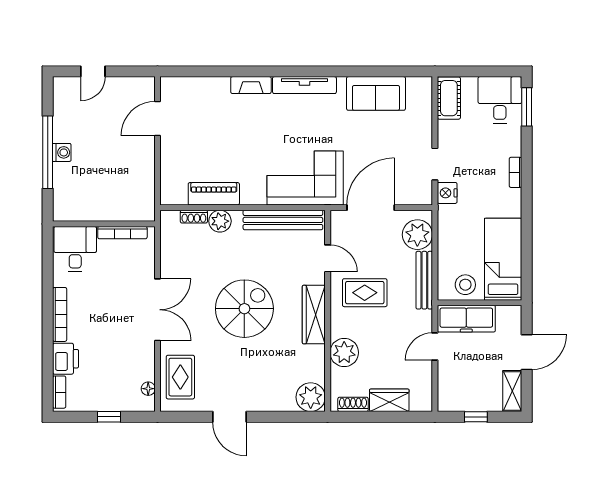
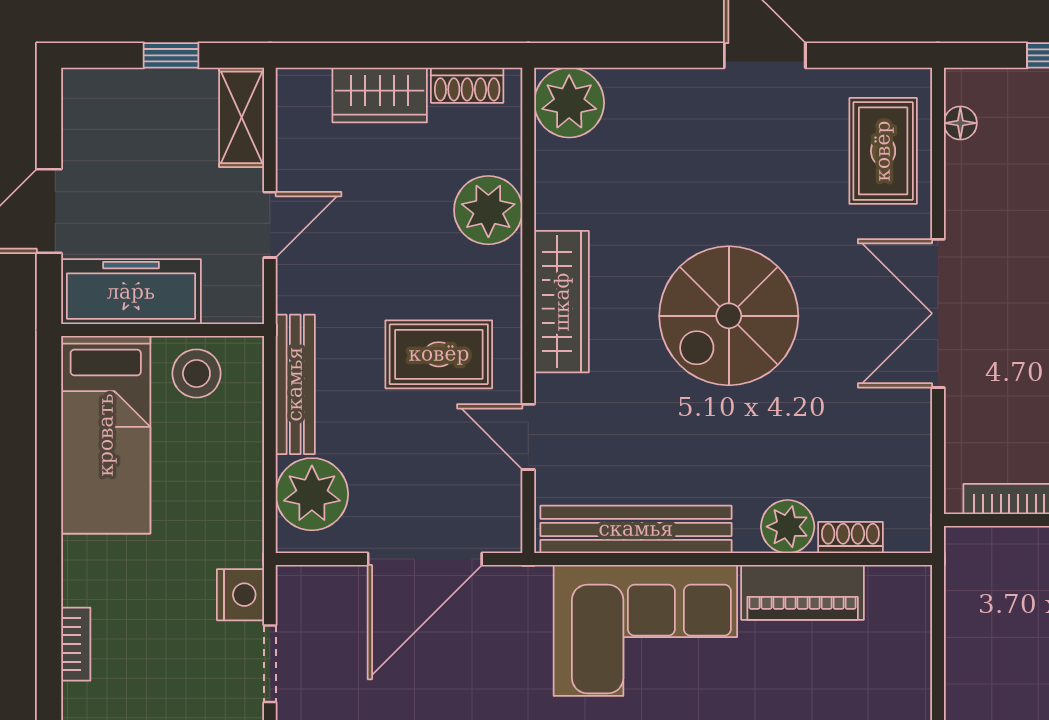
corner sofa: (305, 178) -> (645, 630), moved
freezer: (466, 319) -> (131, 292), moved
shelving: (512, 391) -> (242, 117), moved

